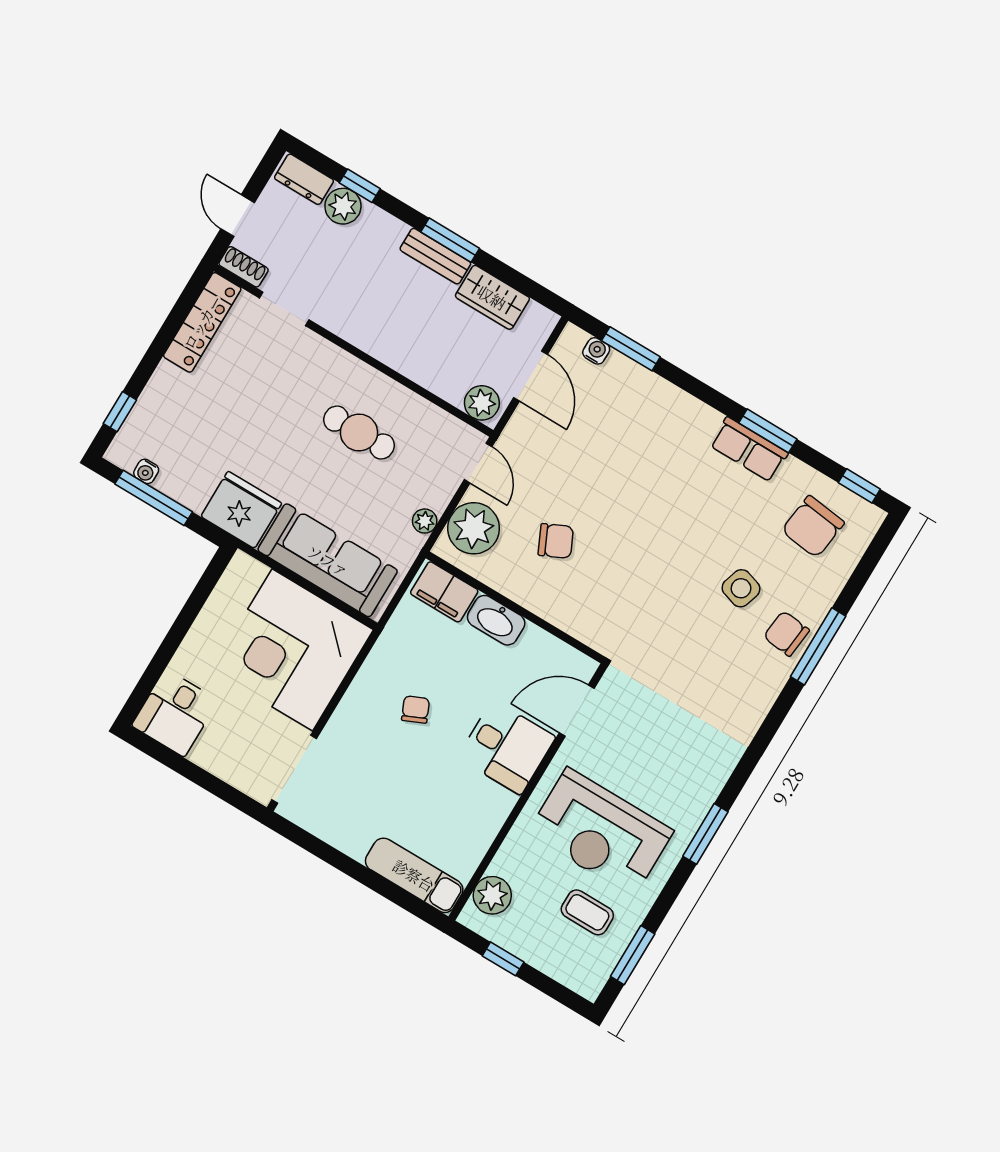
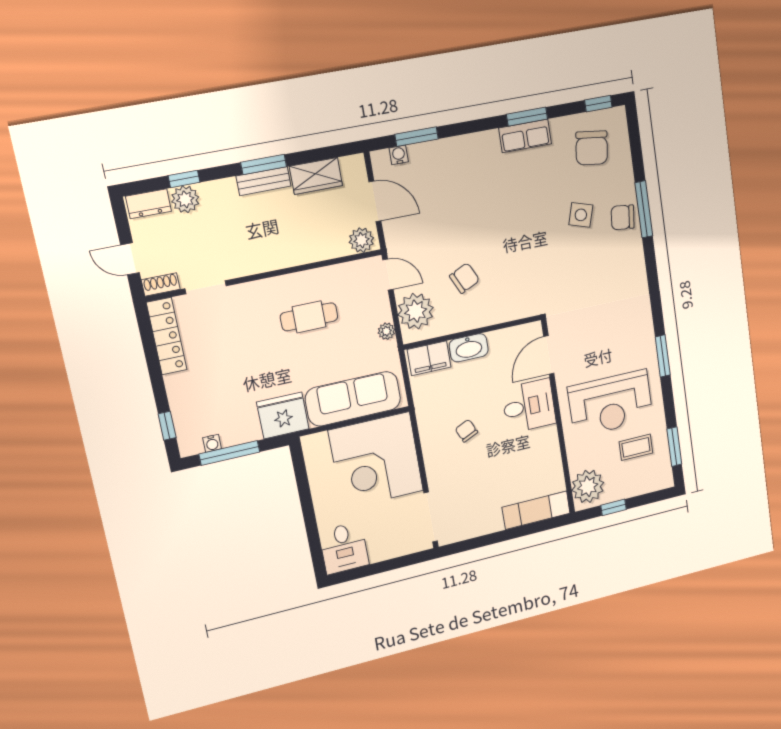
plant: (492, 895) -> (588, 486), width x1.36, depth x1.36

